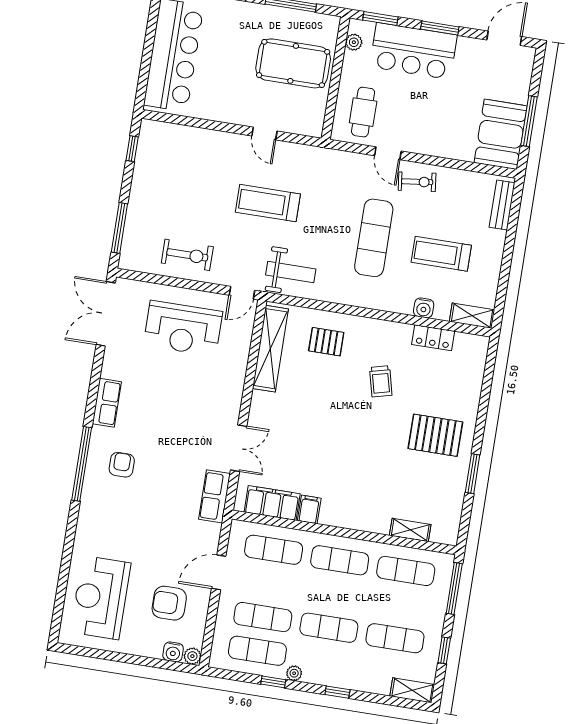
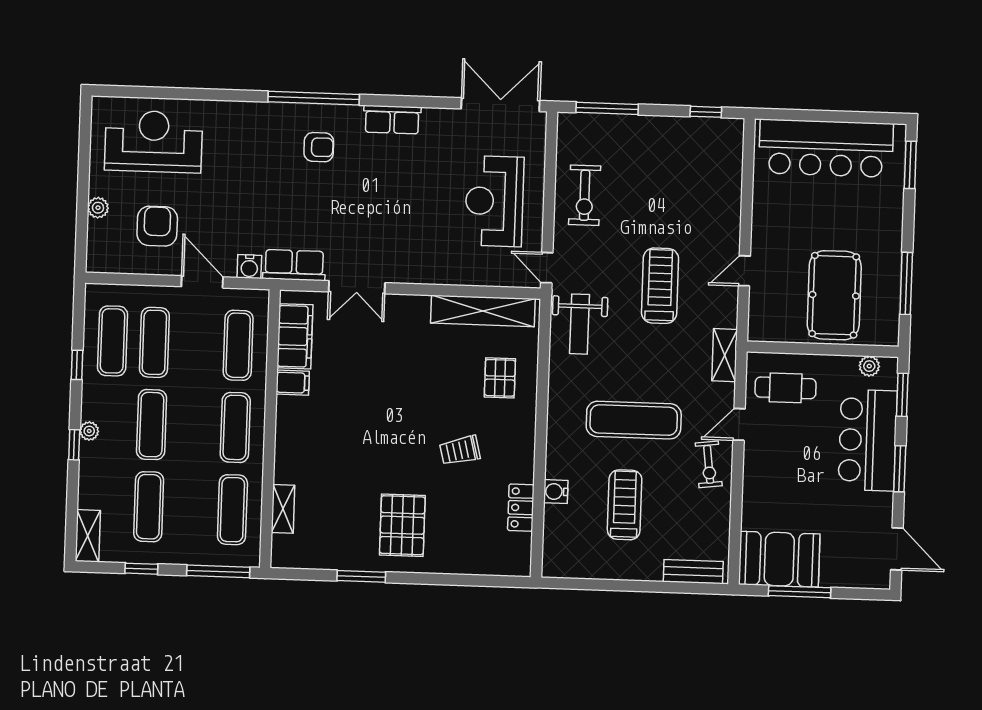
shelving: (472, 316) -> (725, 355), moved
water cooler: (173, 652) -> (249, 267), moved, turned -90
plant: (192, 656) -> (98, 208), moved
plant: (294, 673) -> (89, 431), moved

